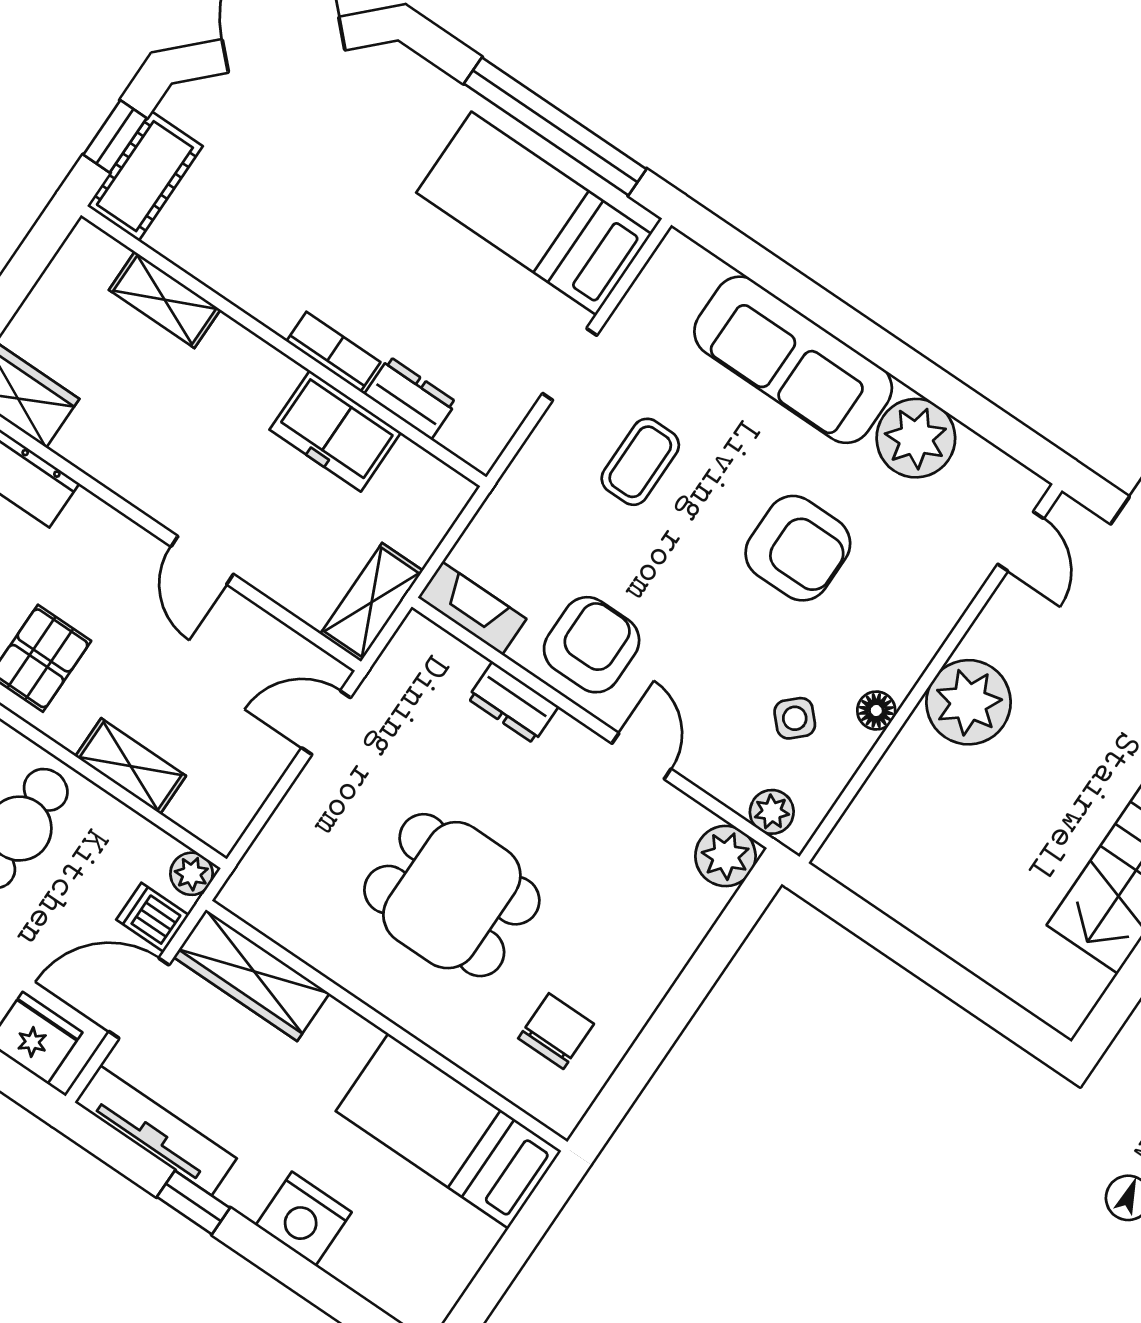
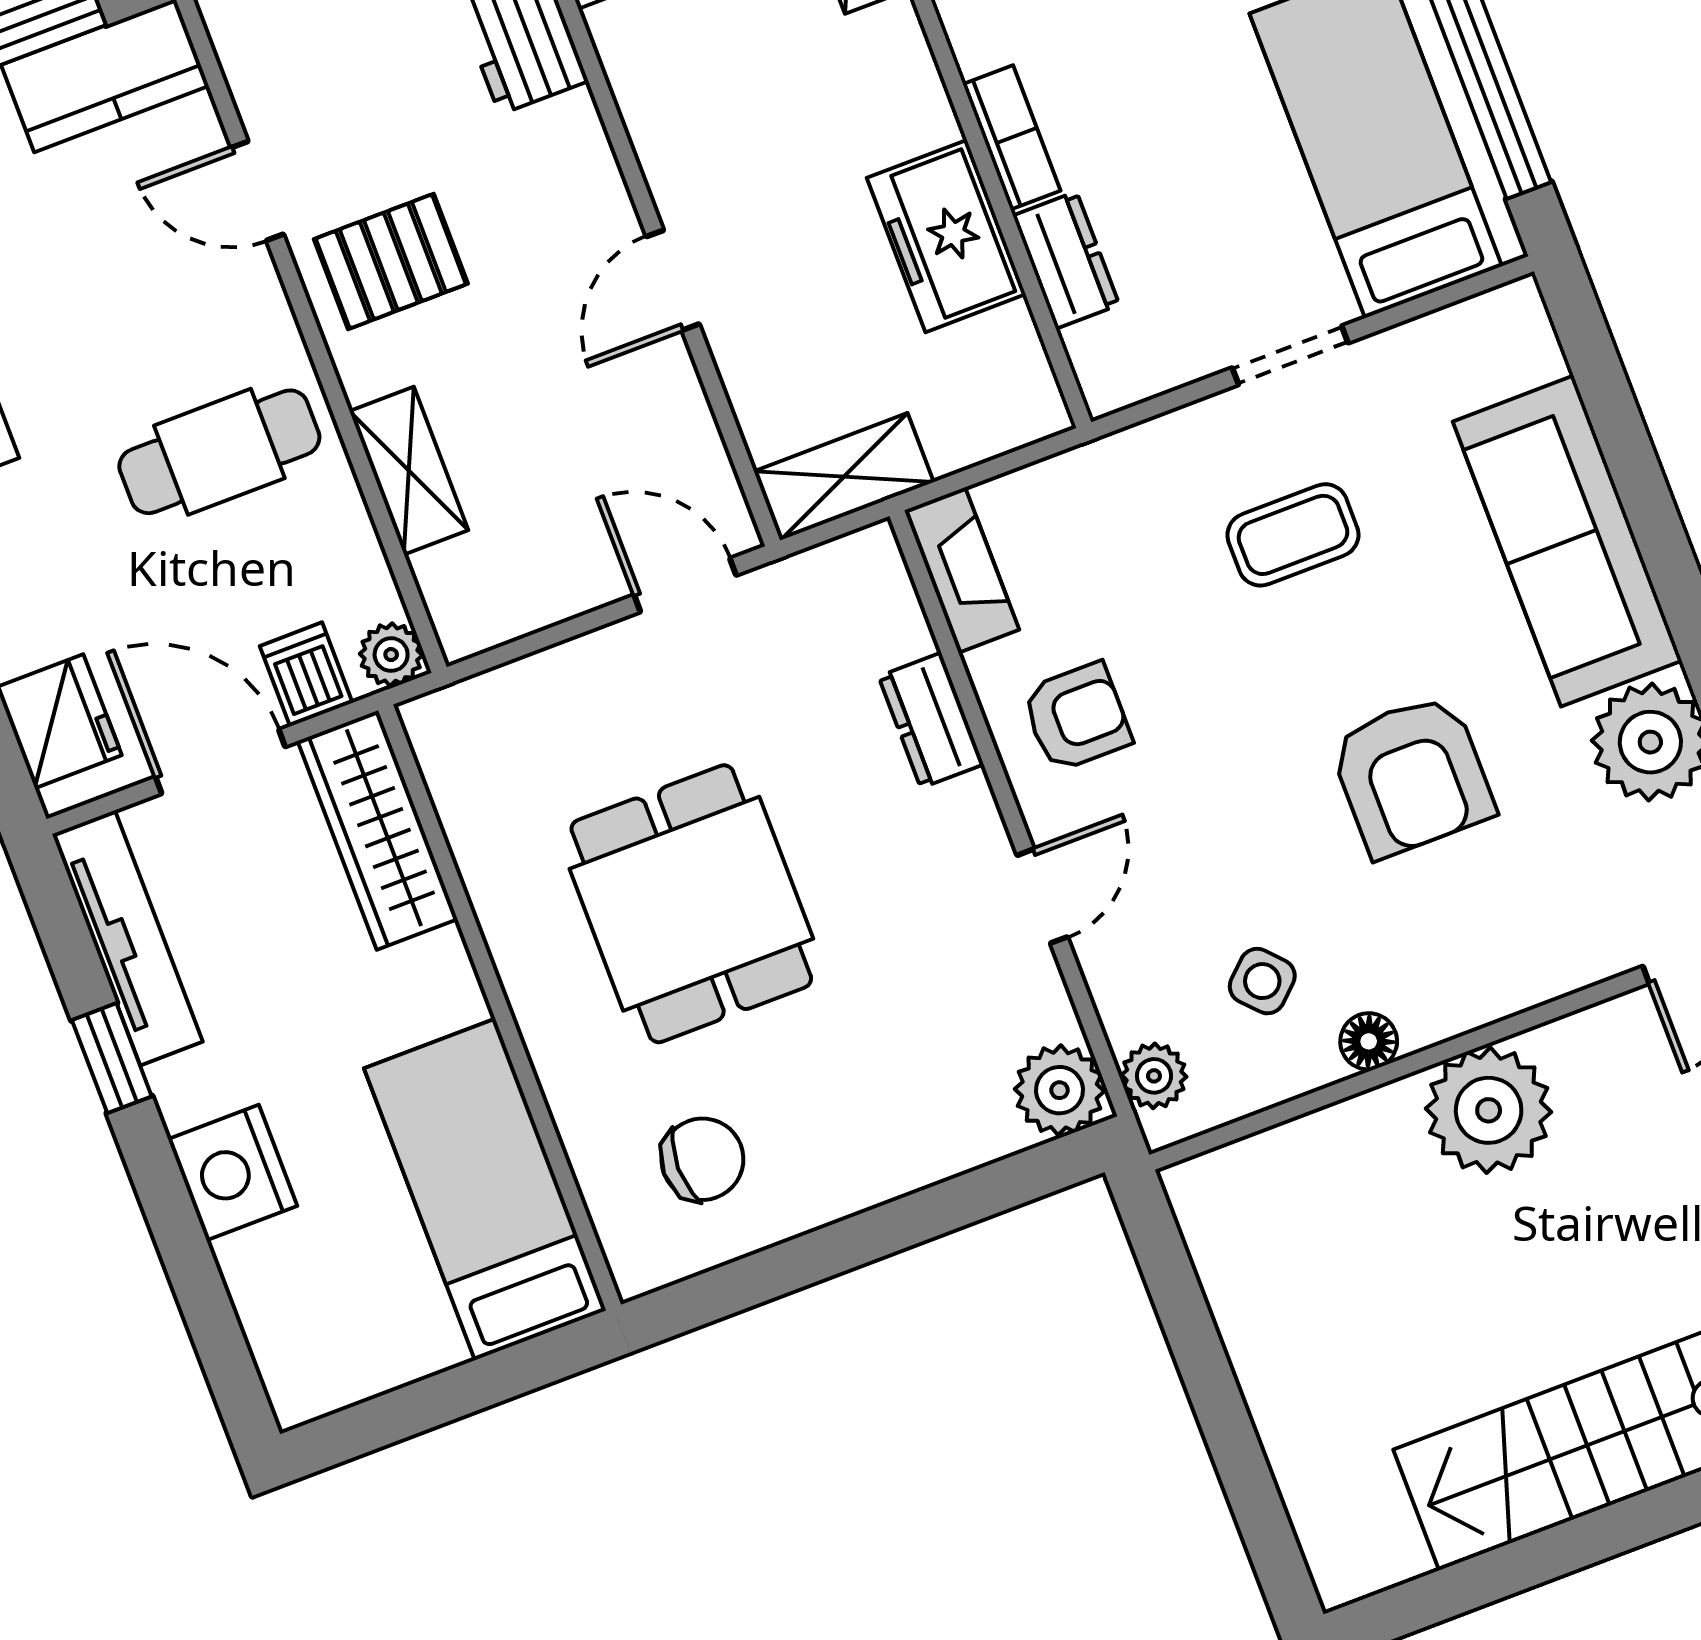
armchair: (592, 645) -> (1077, 717), width x0.72, depth x0.72

